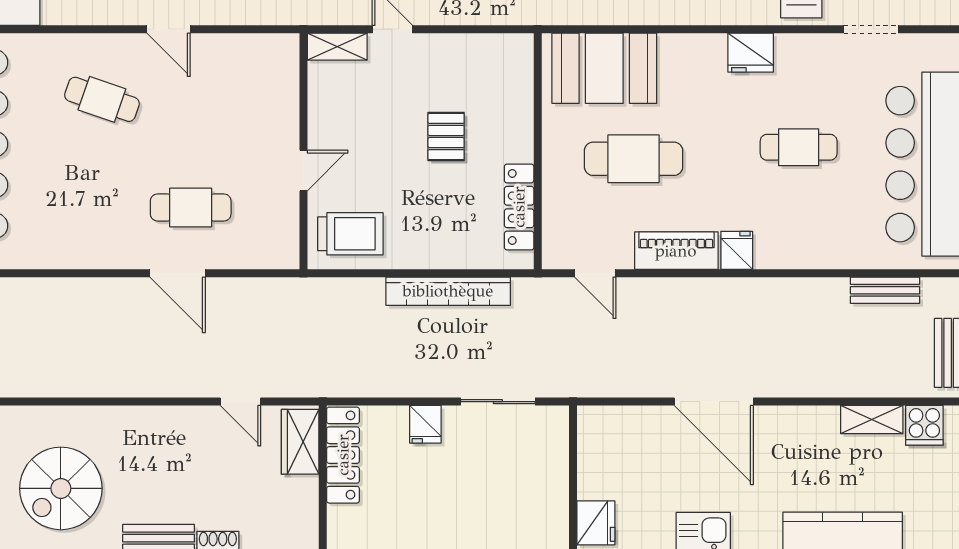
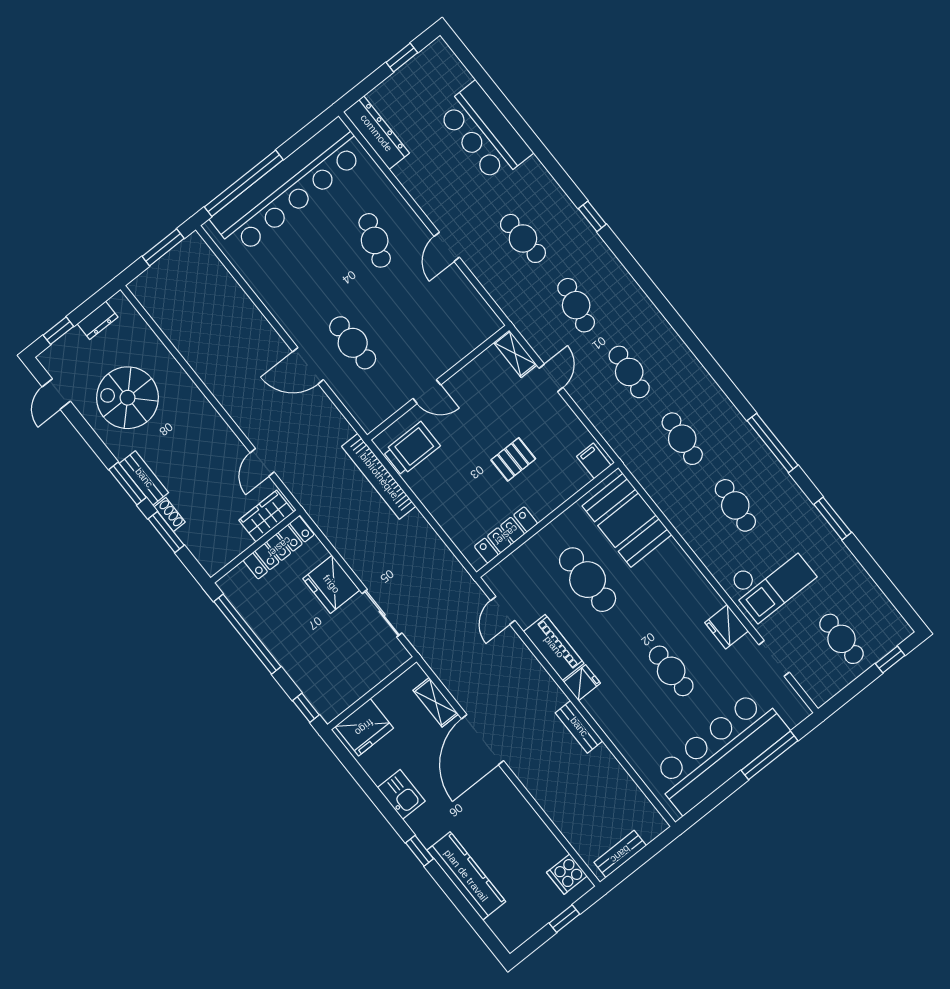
fridge: (751, 53) -> (727, 627), moved
filing cabinet: (515, 54) -> (594, 461), added
trolley: (350, 234) -> (412, 449), turned -90
door: (178, 273) -> (308, 366), hinge flipped
bench: (885, 290) -> (579, 727), moved
bookcase: (448, 291) -> (379, 476), moved
shelving: (872, 419) -> (436, 702), moved
fridge: (425, 424) -> (331, 584), width x1.88, depth x1.34
fridge: (596, 523) -> (364, 727), width x1.36, depth x1.34

